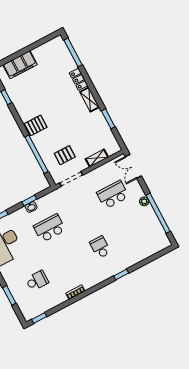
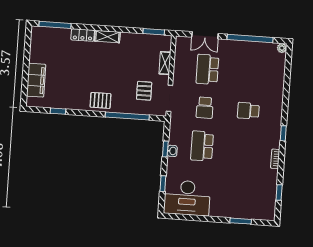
window: (108, 119) -> (154, 32), moved
pallet: (36, 125) -> (100, 100), turned 90
double door: (133, 166) -> (205, 35), moved
plant: (144, 201) -> (282, 48), moved
window: (121, 275) -> (283, 133), moved
school desk: (37, 281) -> (205, 108), moved, turned 180
window: (39, 318) -> (279, 193), moved

